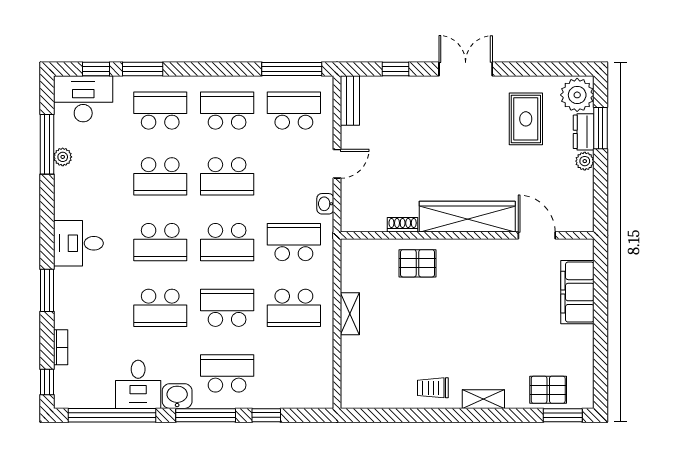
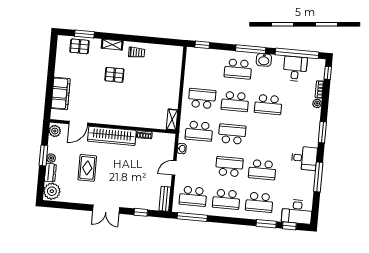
rug: (526, 119) -> (87, 168), moved
window: (601, 128) -> (43, 156), moved
window: (47, 144) -> (318, 177), moved
plant: (63, 157) -> (317, 103), moved
school desk: (160, 176) -> (262, 170), turned 180
plant: (582, 216) -> (55, 131), added
door: (537, 235) -> (78, 123), hinge flipped
school desk: (160, 242) -> (265, 137), removed
desk: (78, 243) -> (304, 158), moved
pallet: (417, 263) -> (114, 75), moved
window: (47, 290) -> (322, 132), moved
school desk: (160, 308) -> (268, 105), turned 180
shelving: (350, 314) -> (172, 120), moved
desk: (138, 384) -> (295, 69), moved
window: (266, 415) -> (202, 45), moved
window: (563, 415) -> (84, 34), moved

